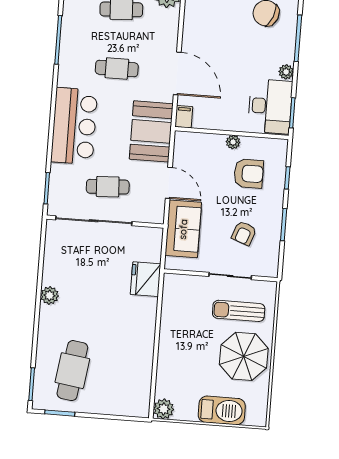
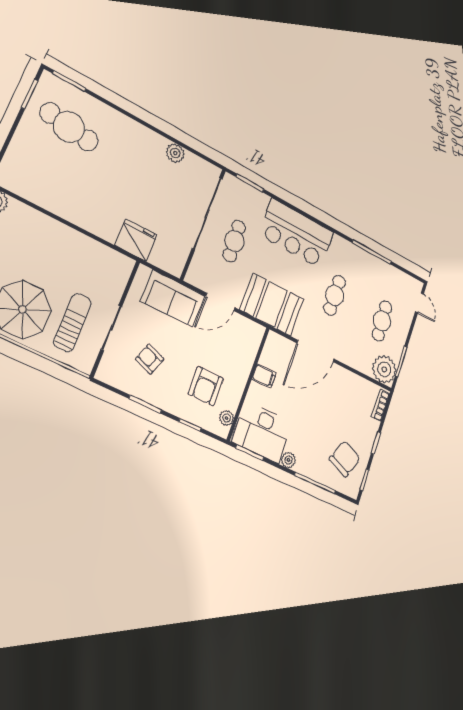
filing cabinet: (184, 117) -> (264, 376), moved
plant: (233, 142) -> (227, 418), moved
plant: (49, 295) -> (175, 153), moved

